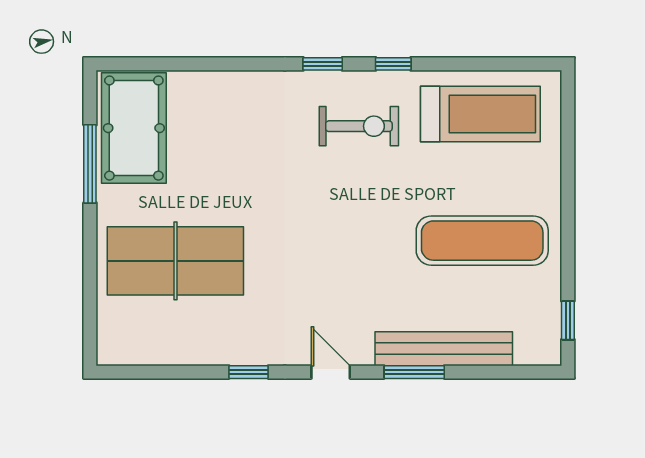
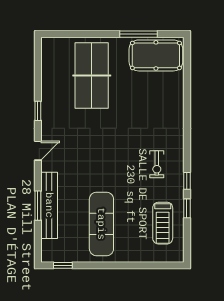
window: (323, 64) -> (187, 208), moved
treadmill: (480, 114) -> (163, 223), width x0.73, depth x0.73
exercise bike: (359, 126) -> (157, 164), width x0.73, depth x0.72
window: (414, 372) -> (38, 206), moved

